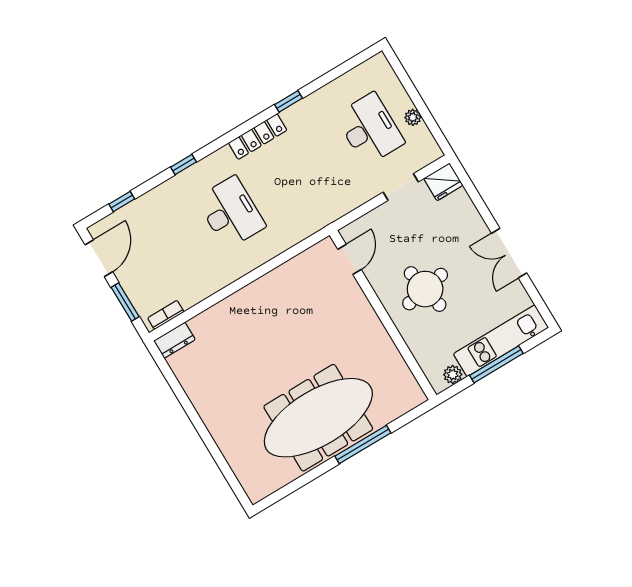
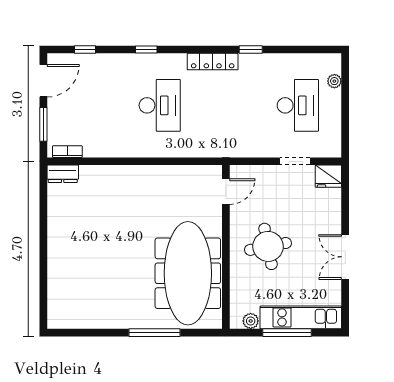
plant: (413, 117) -> (334, 81), moved
meeting table: (318, 418) -> (188, 273), moved, turned 90

